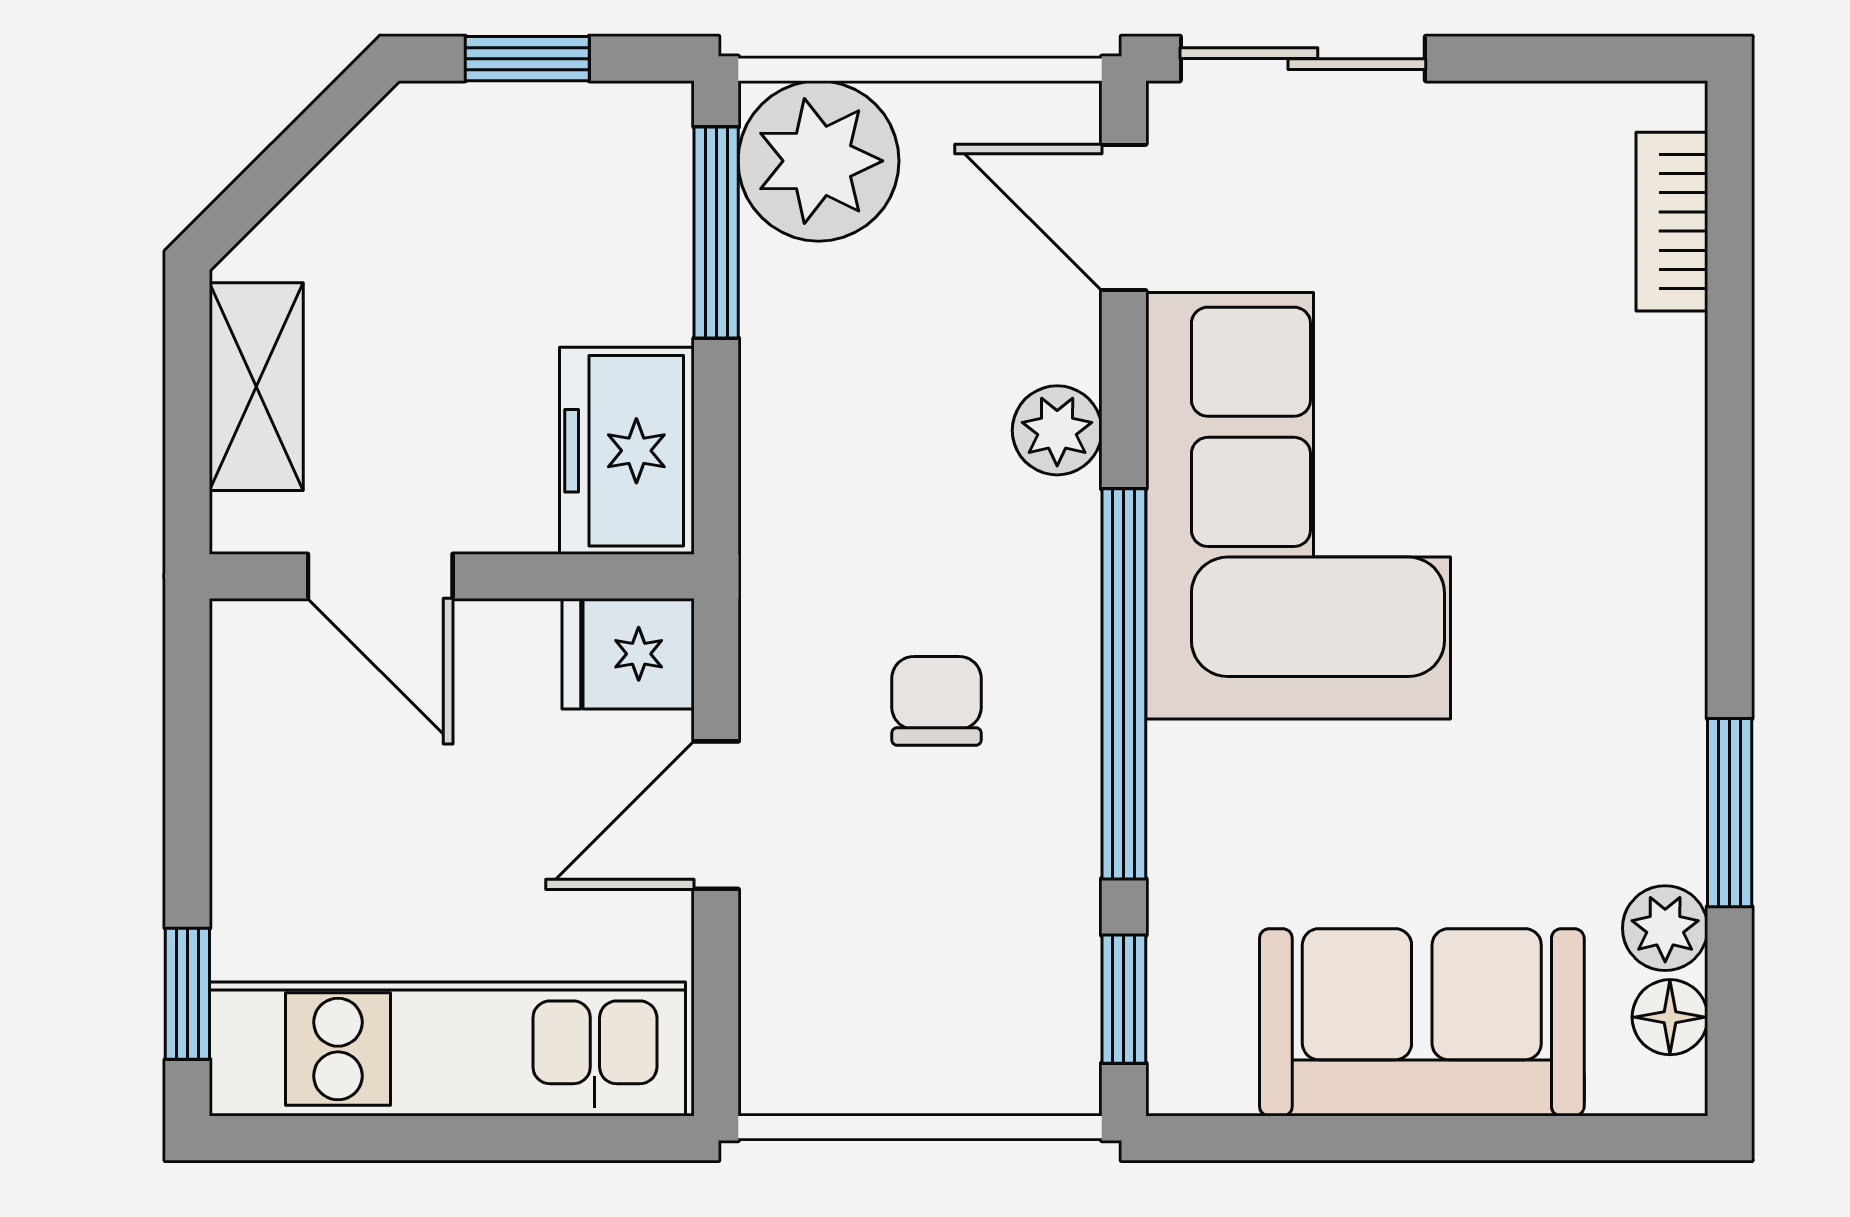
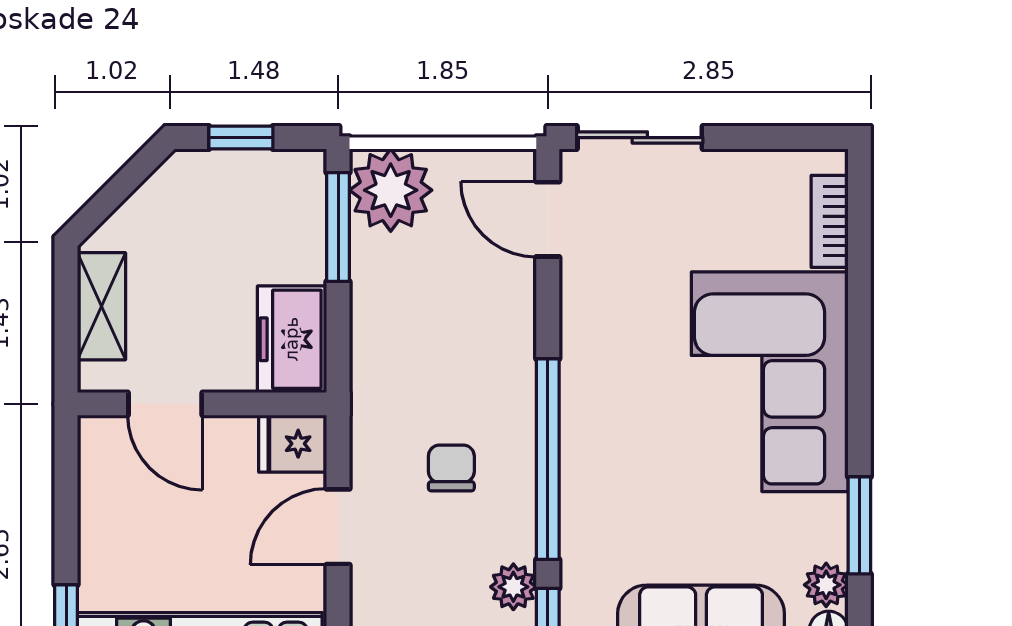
plant: (1057, 430) -> (513, 587), moved
corner sofa: (1298, 506) -> (770, 382), moved, turned 180

